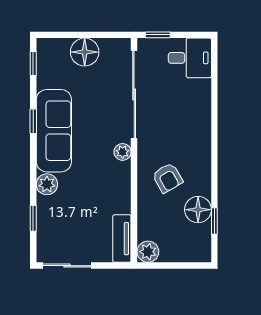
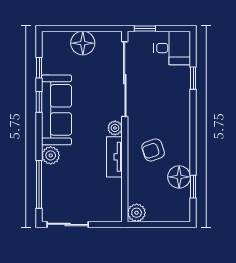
window: (33, 64) -> (39, 68), moved
window: (214, 93) -> (193, 78), added
armchair: (167, 178) -> (153, 150), turned 101
window: (33, 218) -> (39, 184), width x2.17
tv unit: (122, 239) -> (114, 157), moved

